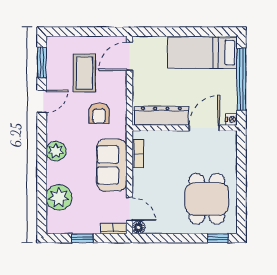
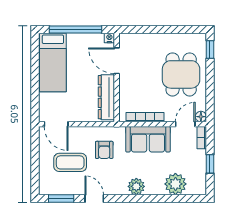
armchair: (99, 113) -> (104, 150), turned 90
bookcase: (138, 153) -> (145, 117), width x1.56
dining table: (207, 199) -> (181, 74), moved, turned 90

